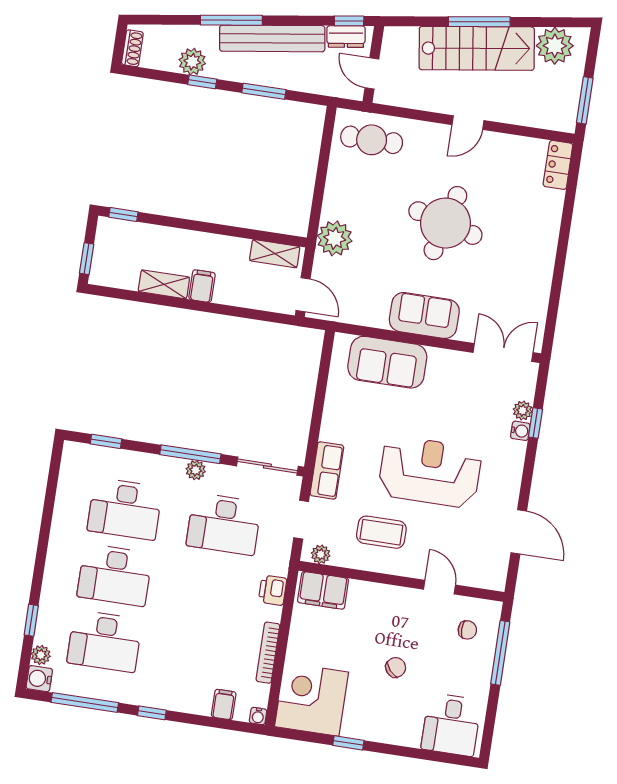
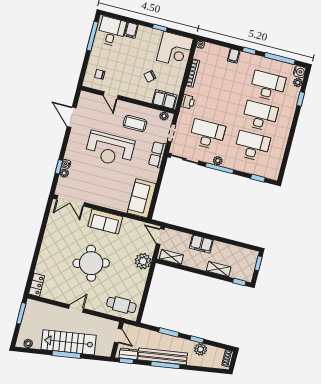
window: (231, 20) -> (165, 365), moved
plant: (555, 46) -> (28, 344), width x0.53, depth x0.53
round table: (445, 223) -> (91, 263), turned -30
shelving: (164, 284) -> (219, 269), moved
filing cabinet: (202, 286) -> (201, 244), width x2.00
sofa: (387, 362) -> (142, 198), moved, turned -90
window: (500, 653) -> (92, 36), moved
chair: (396, 667) -> (150, 76), moved
filing cabinet: (224, 705) -> (234, 56), moved
filing cabinet: (409, 732) -> (131, 30), added

